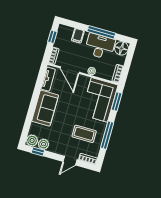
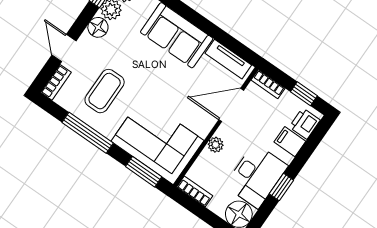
printer: (67, 31) -> (305, 124), added
window: (101, 32) -> (281, 187), width x0.46
floor lamp: (54, 148) -> (98, 27), added

